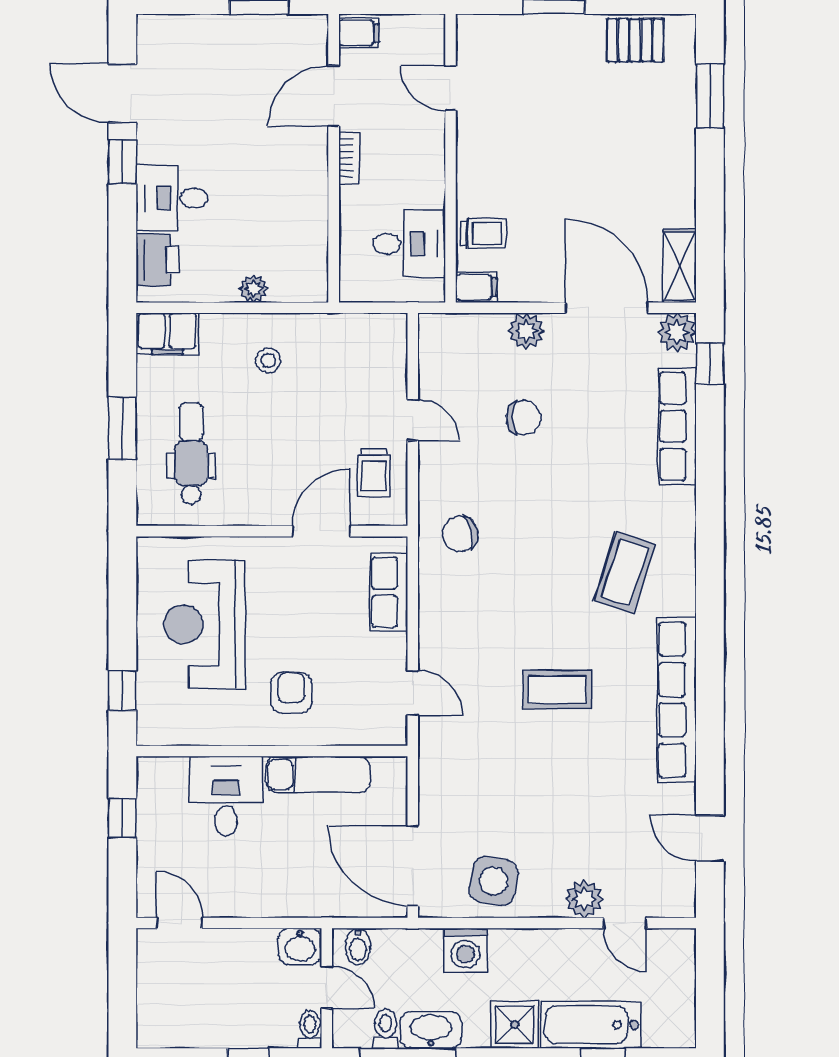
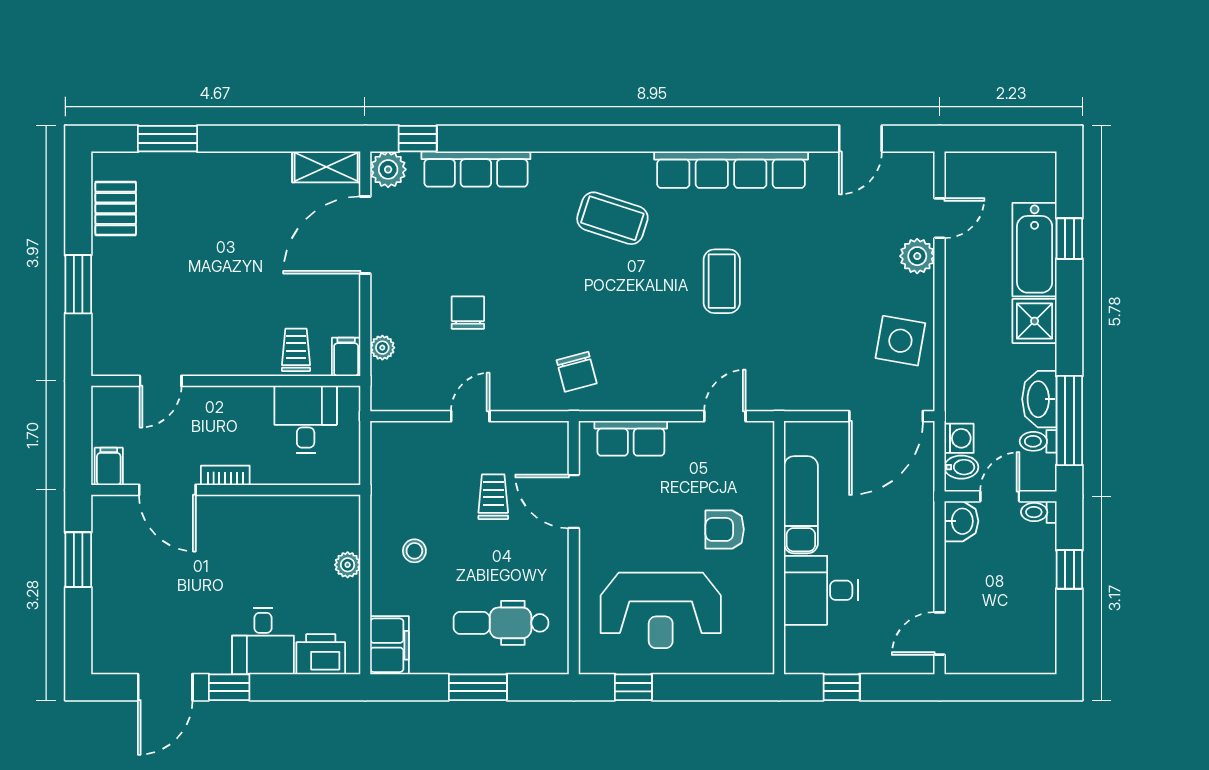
plant: (526, 331) -> (382, 348), moved, width x0.73, depth x0.73
trolley: (374, 472) -> (493, 497), moved, turned -90
window: (122, 691) -> (633, 687), moved
washing machine: (465, 950) -> (959, 438), moved, width x0.73, depth x0.73

